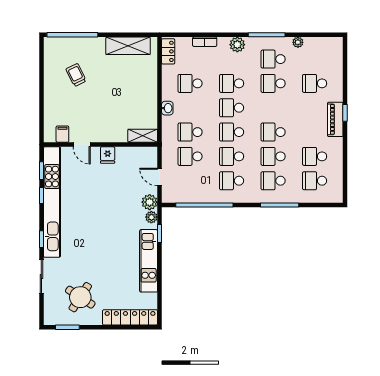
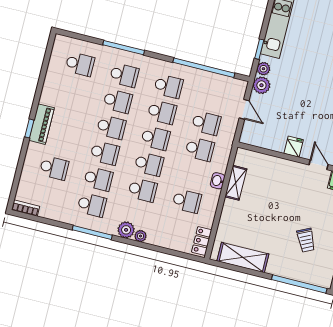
bookcase: (205, 42) -> (26, 208), moved
plant: (298, 42) -> (140, 236), moved
shelving: (143, 136) -> (236, 183), moved, turned 90
school desk: (315, 156) -> (105, 153), moved

